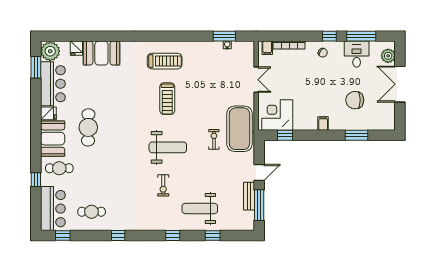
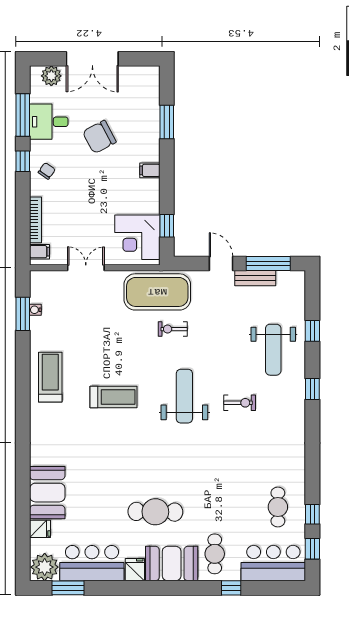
treadmill: (165, 61) -> (50, 377), moved
chair: (355, 100) -> (99, 137), moved, turned 62
window: (118, 235) -> (312, 514), moved

